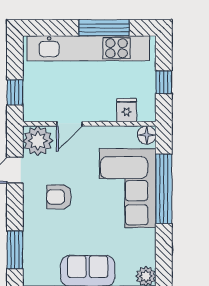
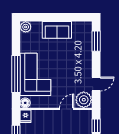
fridge: (127, 110) -> (25, 116), moved
armchair: (59, 197) -> (72, 70), removed

